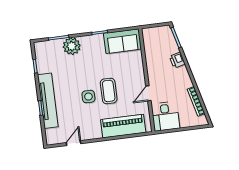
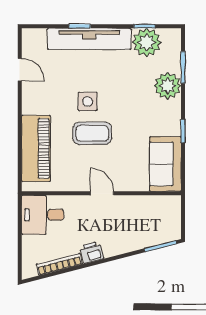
printer: (177, 60) -> (92, 252), moved
plant: (45, 63) -> (147, 42), added
door: (148, 93) -> (102, 193), moved

